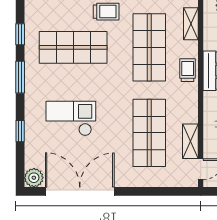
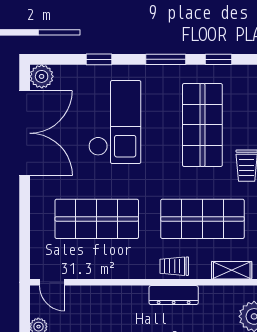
trolley: (188, 70) -> (174, 266), turned 180
checkout: (71, 118) -> (115, 122), width x1.36, depth x1.21
shelving: (190, 141) -> (87, 270), removed

